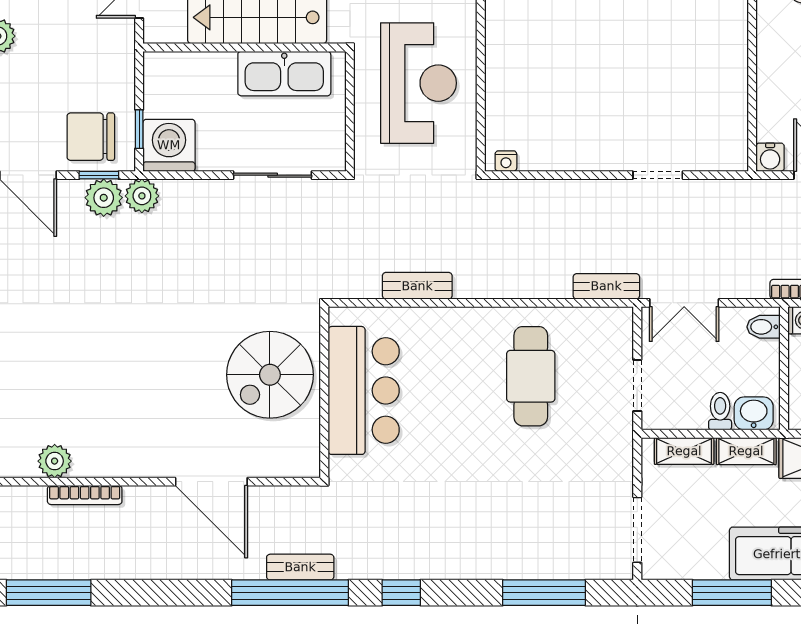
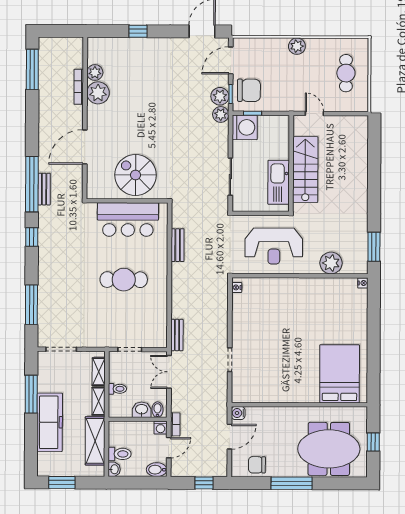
chair: (91, 137) -> (249, 90), turned 90
cafe table: (531, 376) -> (124, 280), moved
washbasin: (754, 413) -> (142, 410), moved, turned -90
plant: (97, 454) -> (98, 93), added

